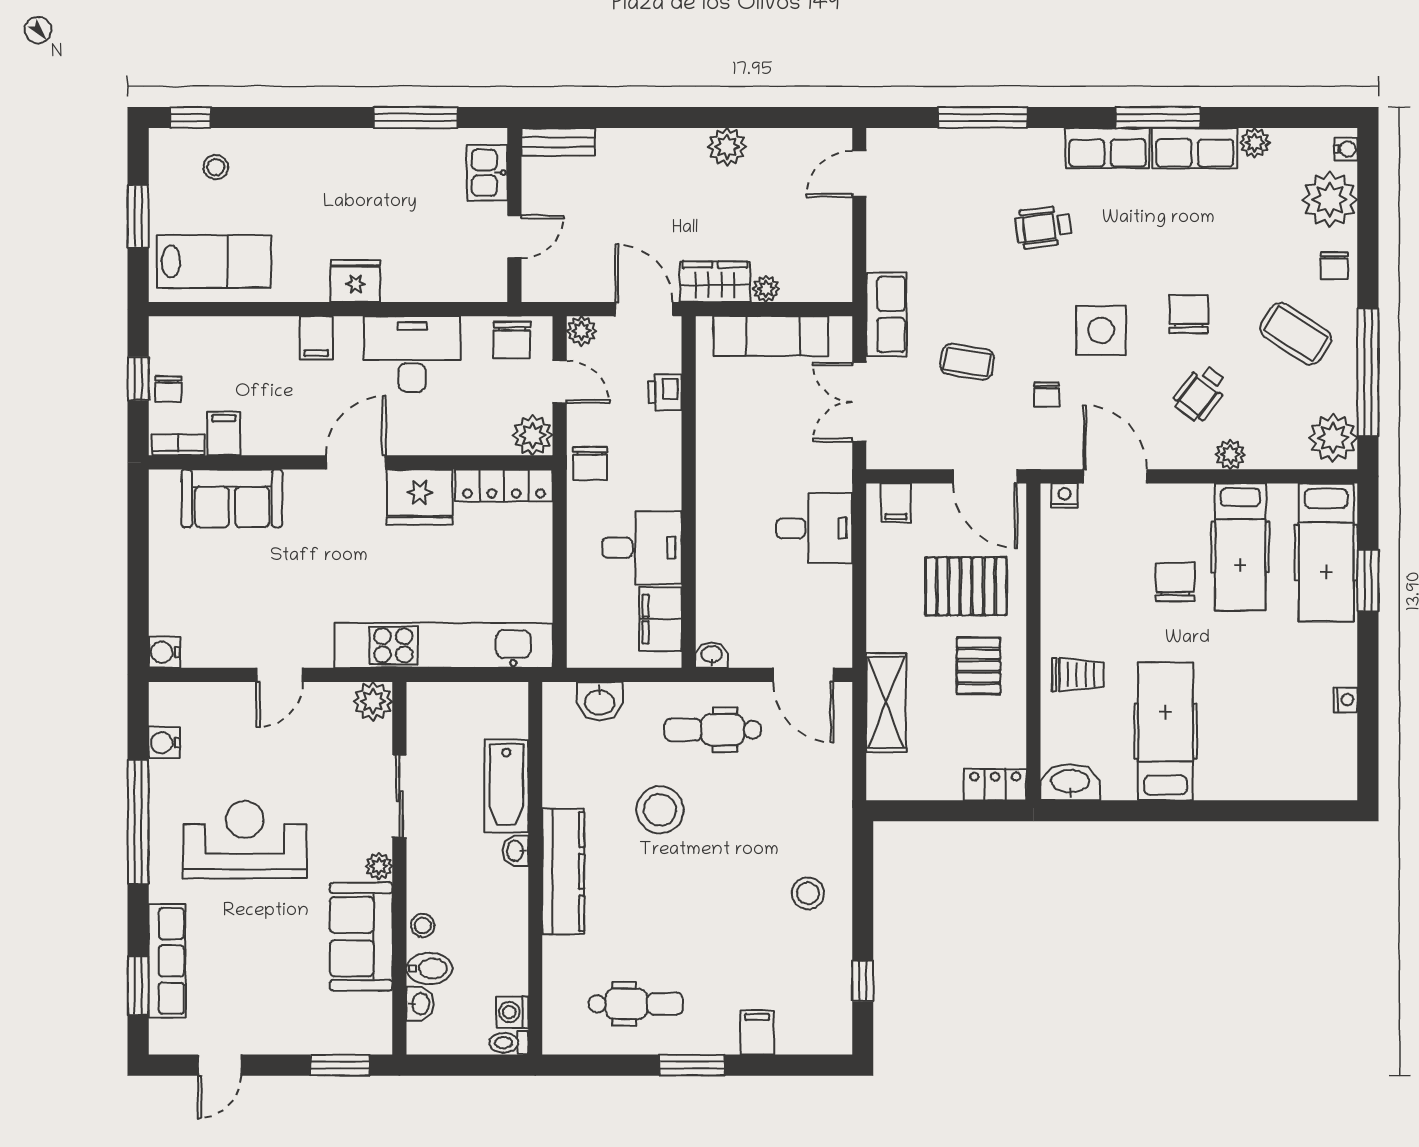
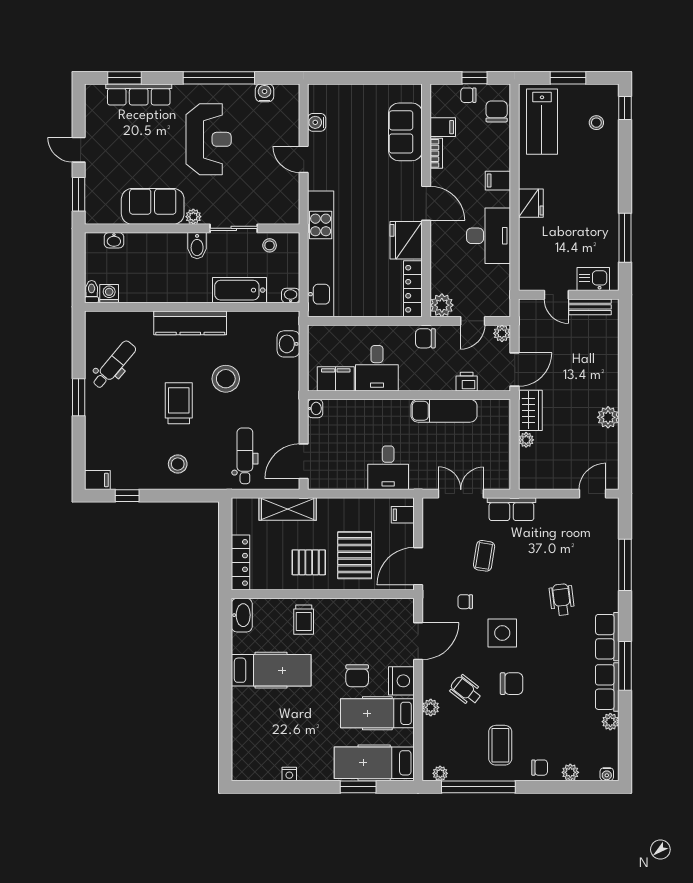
bench: (558, 142) -> (590, 307), moved, turned 90
door: (859, 174) -> (592, 494), hinge flipped
plant: (1330, 199) -> (570, 772), width x0.53, depth x0.53
chair: (1334, 266) -> (540, 768), turned 180
coffee table: (1296, 334) -> (500, 745), turned -33
exam couch: (771, 336) -> (444, 411), moved, turned -90
chair: (512, 340) -> (497, 111), moved, turned 90
plant: (1333, 438) -> (440, 773), width x0.53, depth x0.53
bookcase: (178, 445) -> (436, 153), moved
nightstand: (1064, 496) -> (401, 681), moved, width x1.89, depth x1.79
chair: (1175, 582) -> (357, 676), turned 90
water cooler: (164, 652) -> (317, 122), moved, turned -90
plant: (373, 701) -> (288, 213), removed
dental chair: (713, 730) -> (245, 456), moved
locker: (995, 784) -> (240, 562), width x1.53
washbasin: (516, 851) -> (291, 295), moved
trolley: (703, 892) -> (179, 403), added
stool: (423, 926) -> (270, 245), moved
bidet: (429, 968) -> (197, 246), moved
dental chair: (636, 1004) -> (114, 365), turned -140
filing cabinet: (757, 1032) -> (97, 480), moved
door: (220, 1065) -> (79, 150), moved

